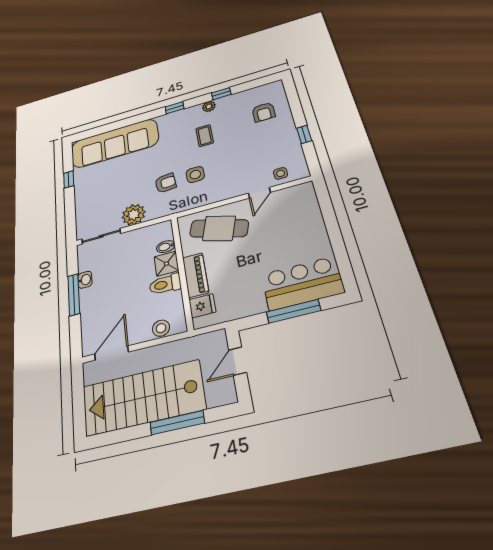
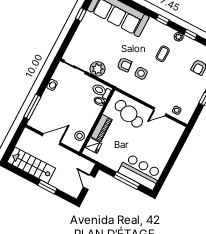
shower: (166, 264) -> (93, 111), removed
toilet: (165, 284) -> (101, 91), moved
window: (74, 295) -> (32, 107), moved
stool: (161, 328) -> (80, 136), moved
door: (112, 353) -> (51, 139), moved
door: (238, 361) -> (89, 182), hinge flipped
stairs: (143, 398) -> (31, 165), width x0.73, depth x0.66
window: (177, 423) -> (47, 187), width x0.69

